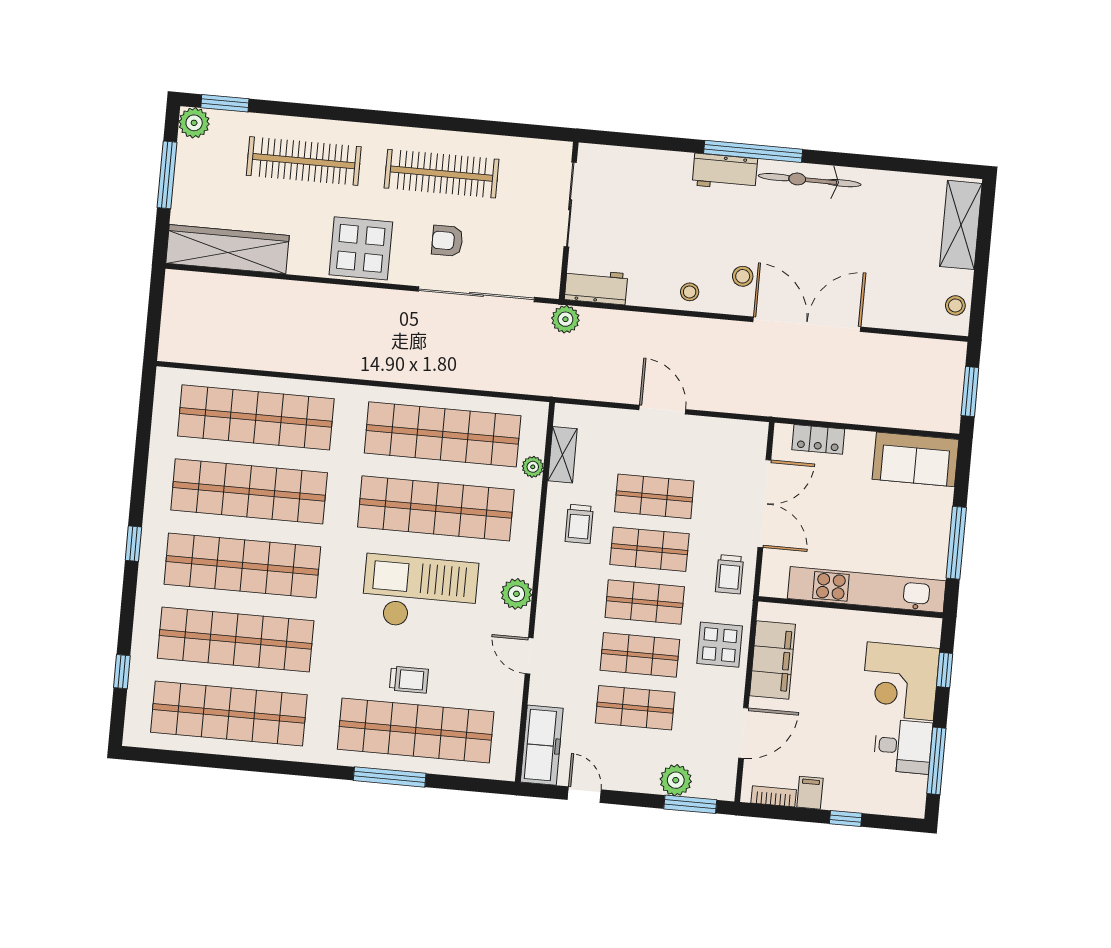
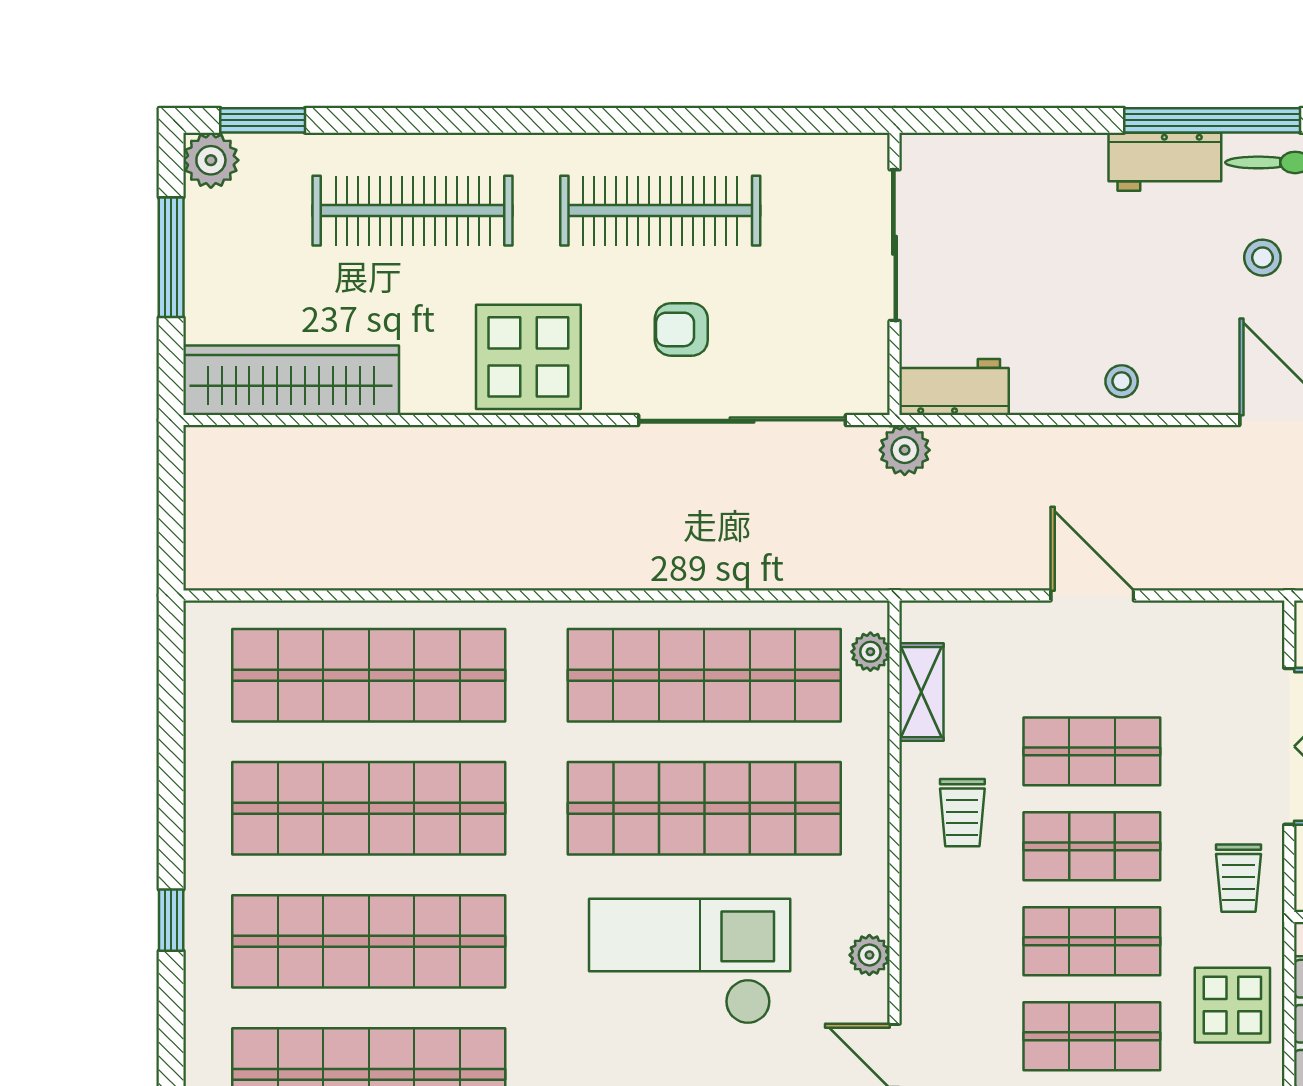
stool: (743, 276) -> (1262, 258), moved
plant: (533, 467) -> (870, 652), moved
plant: (516, 594) -> (869, 955), width x0.73, depth x0.73

